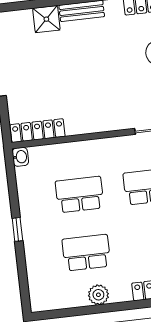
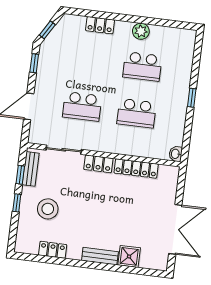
locker: (111, 122) -> (98, 164), added
locker: (38, 131) -> (136, 168), moved

